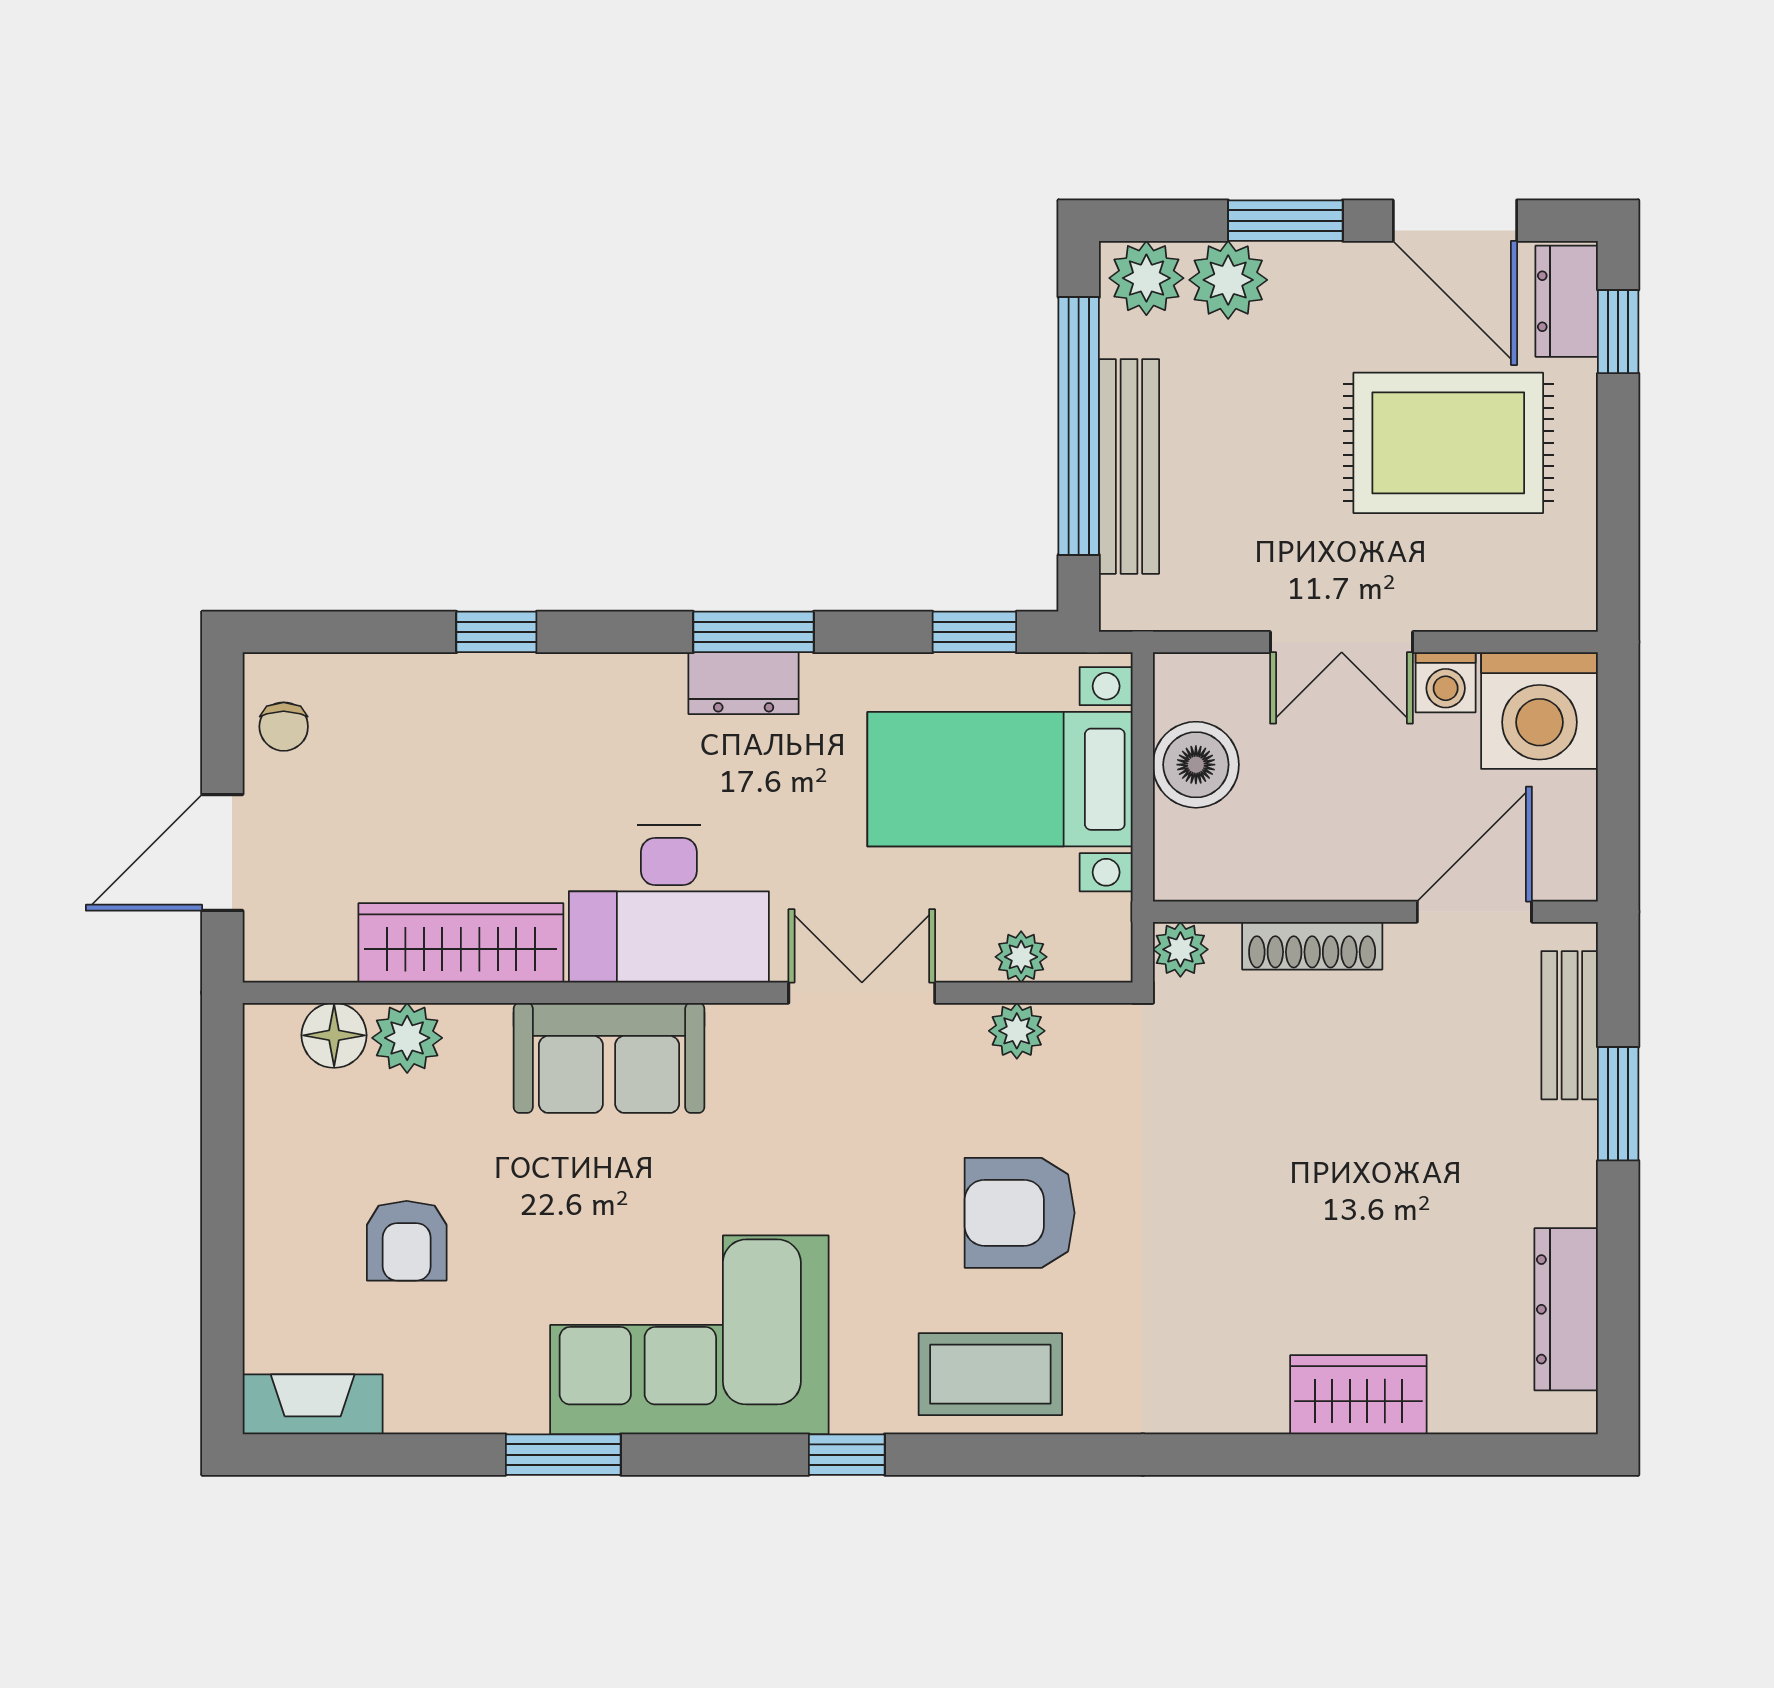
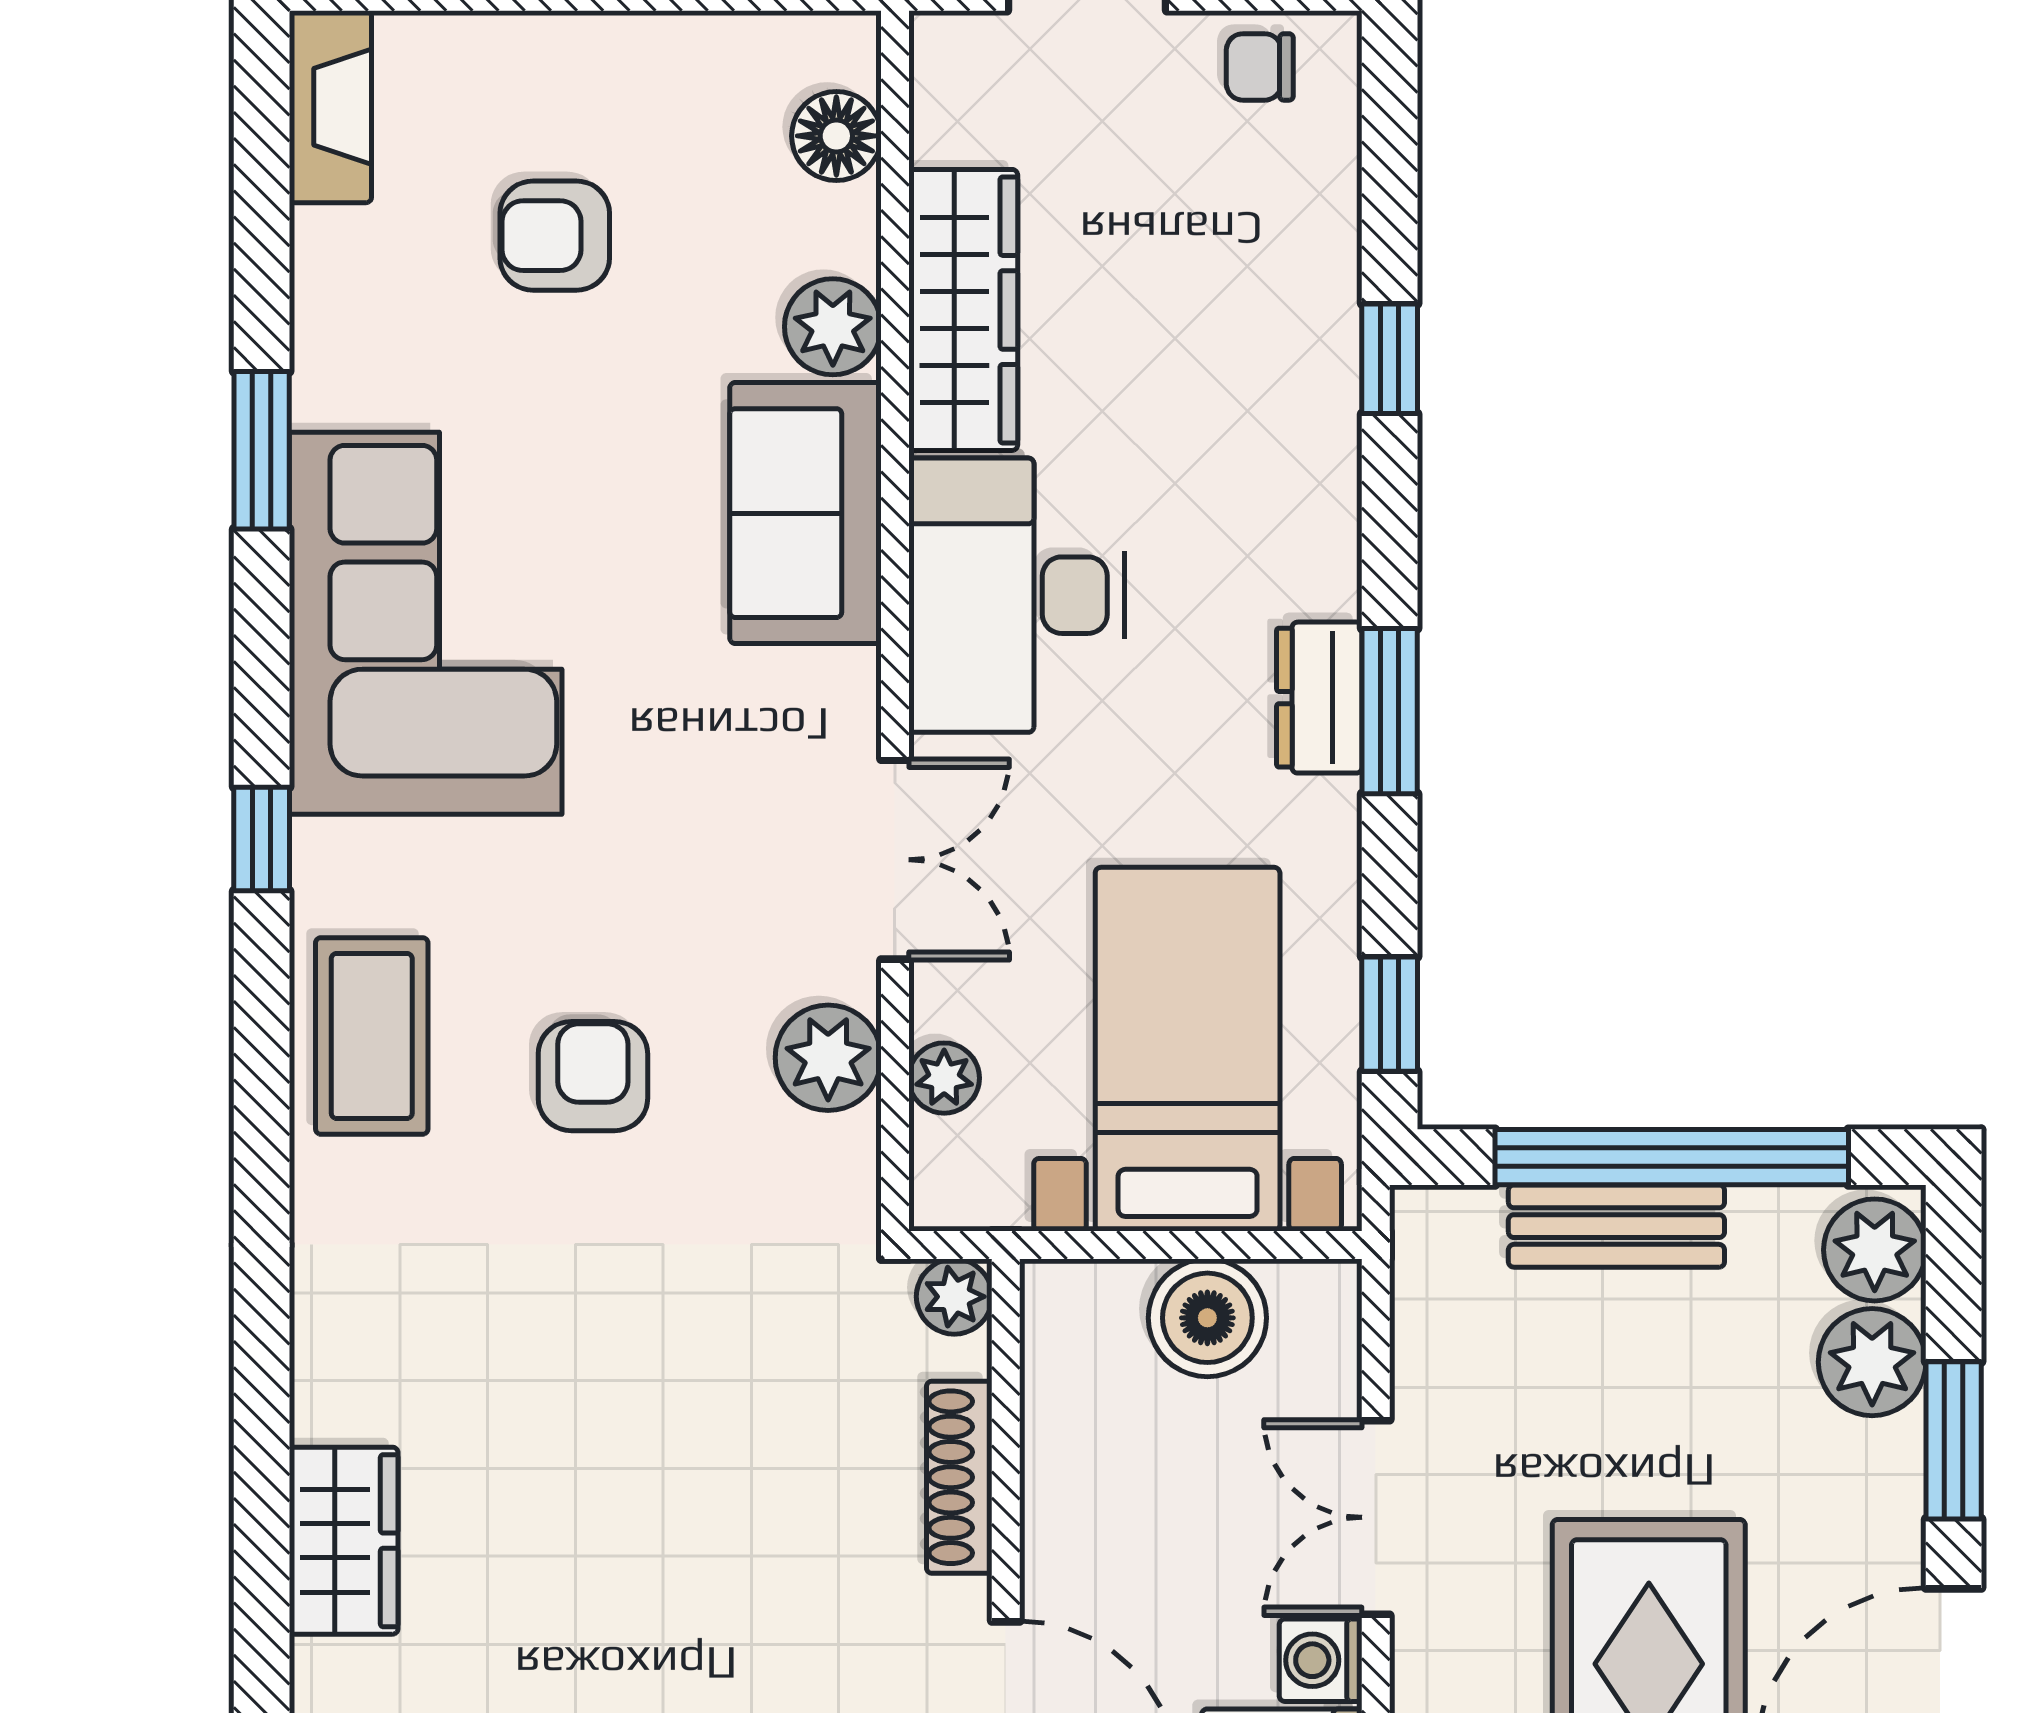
bench: (1129, 466) -> (1616, 1226), width x0.73
plant: (1017, 1031) -> (828, 1058), width x1.38, depth x1.38
plant: (407, 1038) -> (833, 327), moved
armchair: (1020, 1213) -> (593, 1076), width x0.72, depth x0.72

